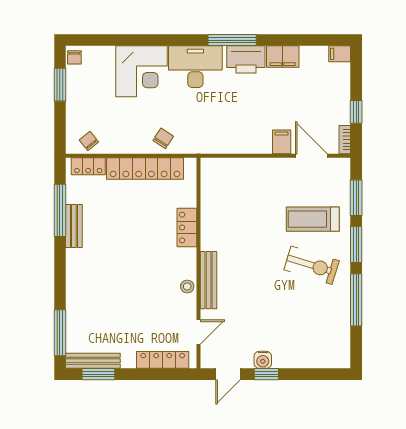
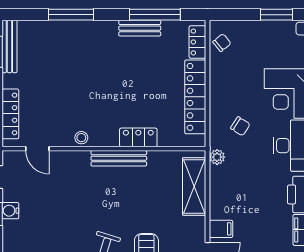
chair: (163, 138) -> (240, 126), moved
plant: (207, 146) -> (217, 157), added
shelving: (238, 170) -> (194, 186), added
bench: (209, 280) -> (119, 158), moved
window: (60, 333) -> (71, 15), moved

